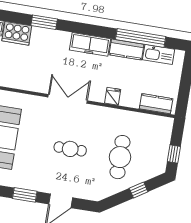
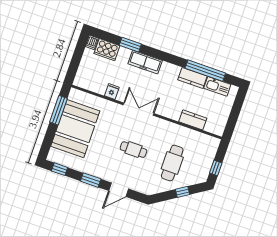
freezer: (90, 44) -> (145, 62), moved
fridge: (113, 96) -> (112, 91), moved
kitchen counter: (156, 104) -> (193, 120), moved

